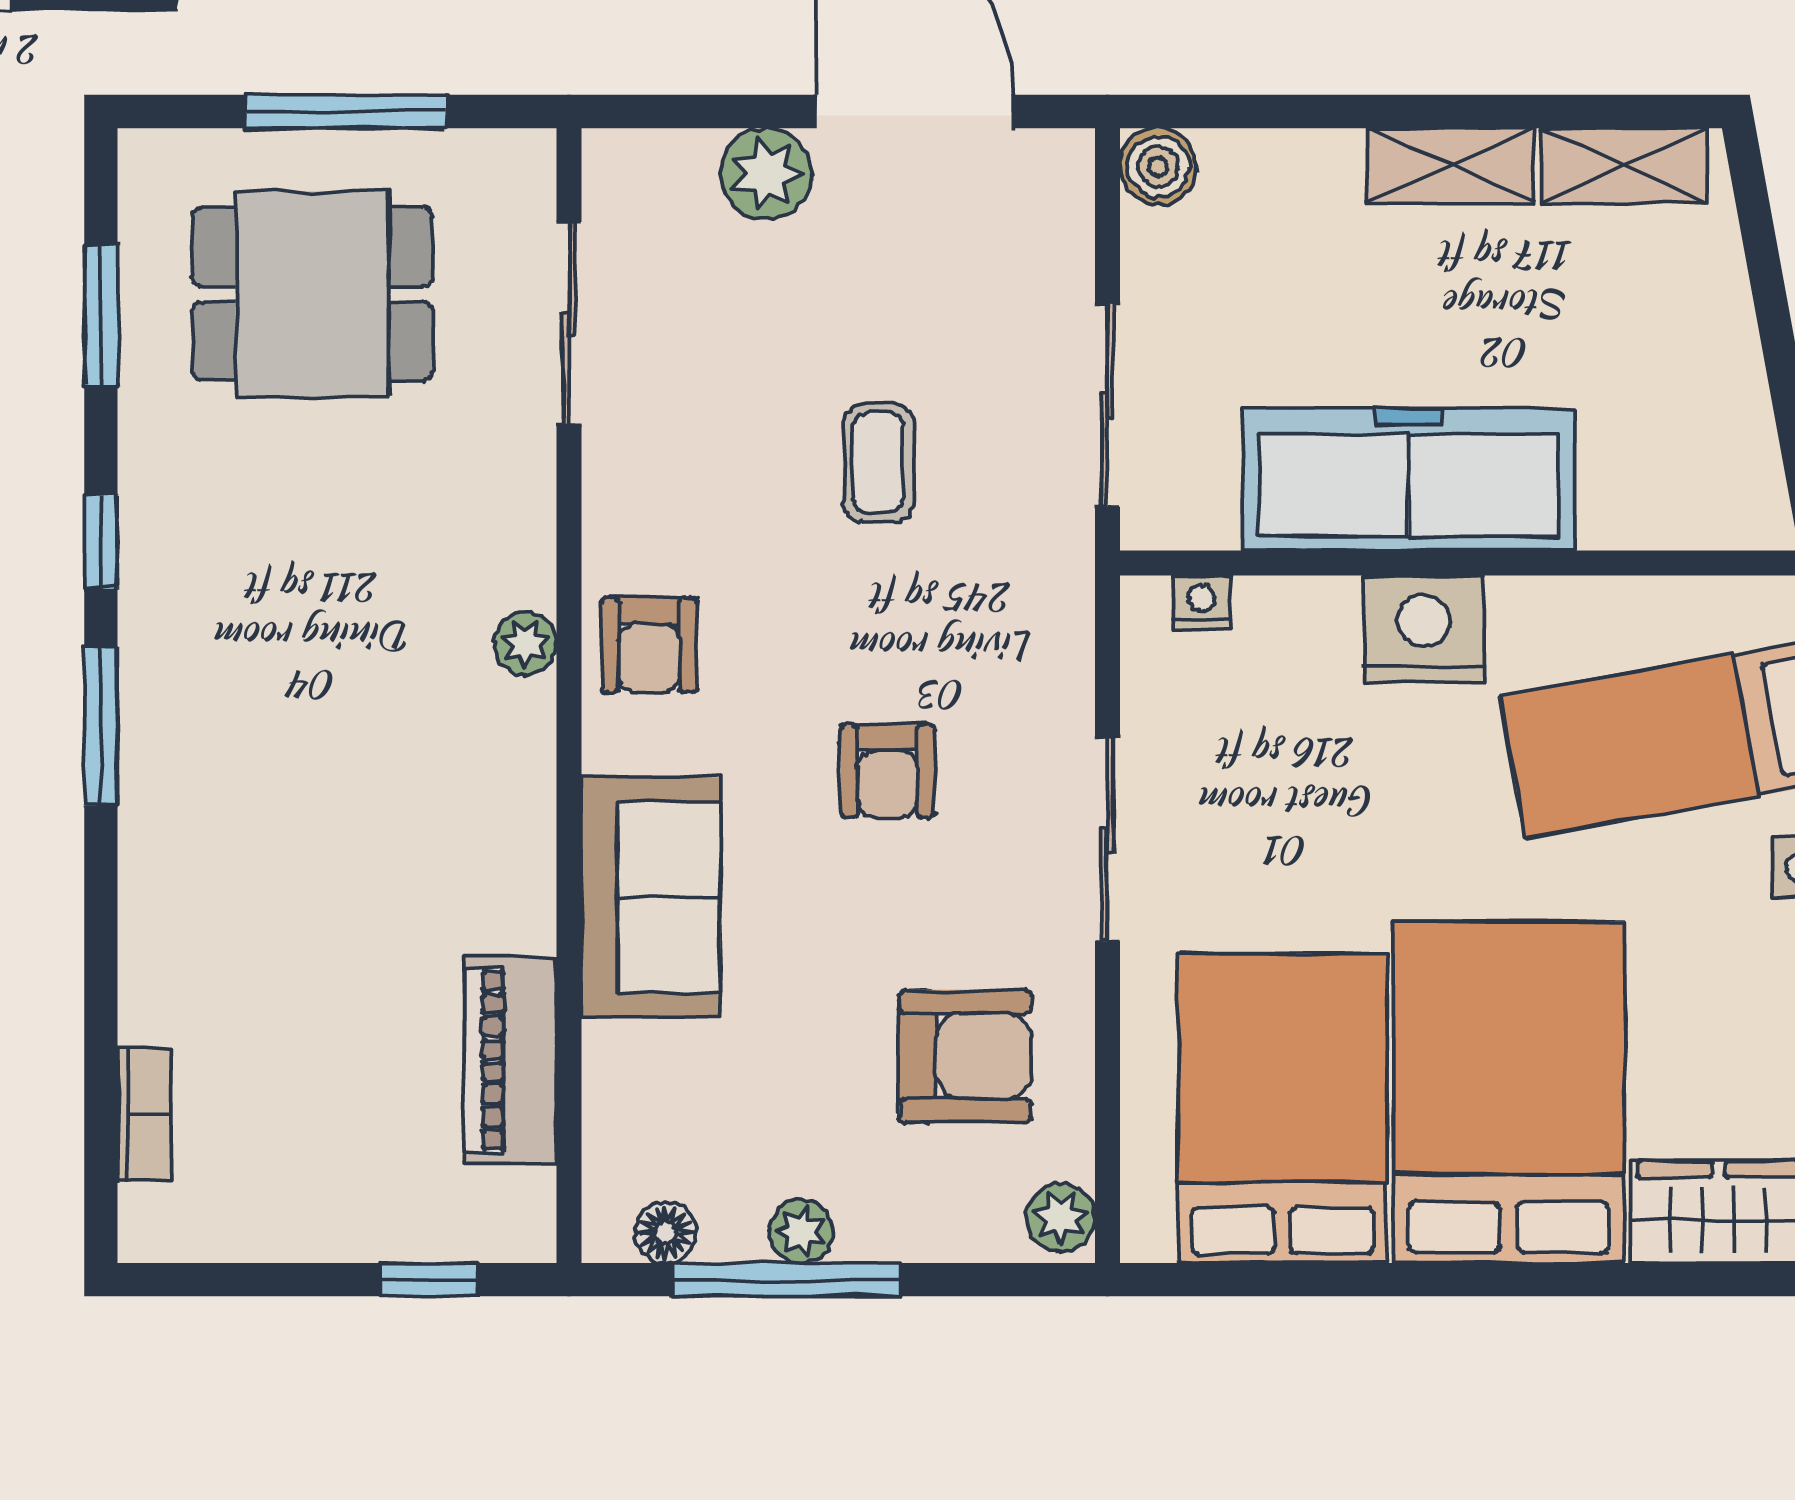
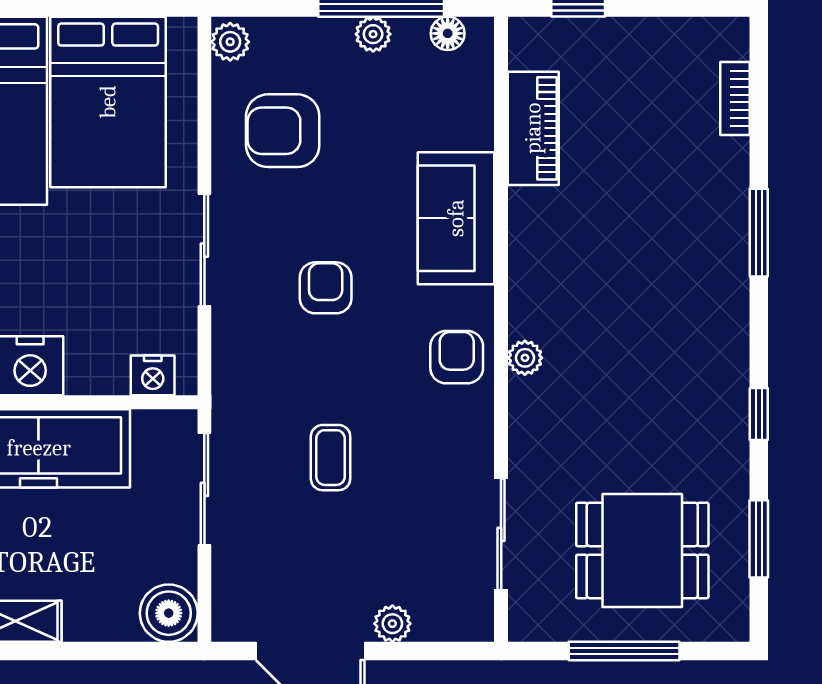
boiler: (1158, 166) -> (169, 613), width x1.36, depth x1.36
plant: (766, 174) -> (392, 624), width x0.73, depth x0.73
nightstand: (1201, 602) -> (153, 375), width x1.39, depth x1.35
window: (101, 726) -> (759, 233), moved

